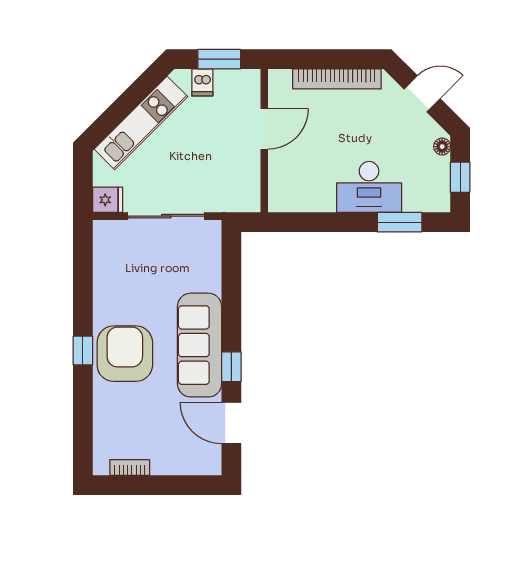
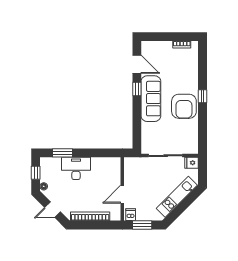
dishwasher: (202, 82) -> (131, 215), moved
armchair: (125, 354) -> (184, 106), moved

